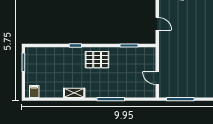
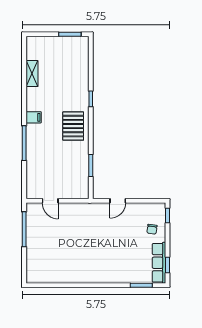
door: (157, 78) -> (50, 201), swing flipped
filing cabinet: (34, 91) -> (34, 117), moved
shelving: (74, 93) -> (32, 74), moved

